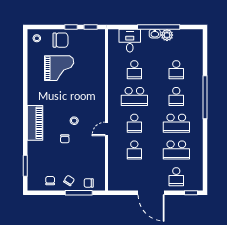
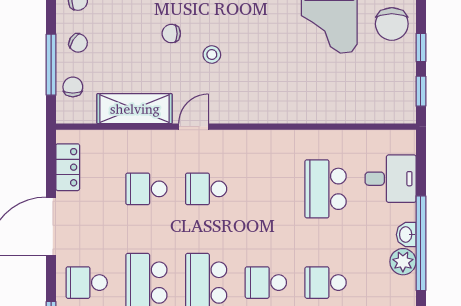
school desk: (134, 70) -> (326, 189), width x1.85
school desk: (134, 96) -> (266, 189), removed
door: (106, 129) -> (194, 127), hinge flipped
shelving: (98, 155) -> (135, 109), added
locker: (125, 185) -> (68, 167), added

